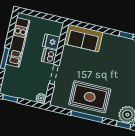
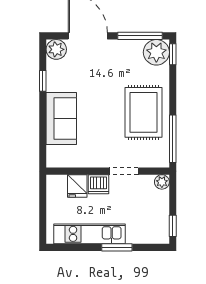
sofa: (83, 38) -> (61, 118), moved
window: (87, 116) -> (173, 139), moved

